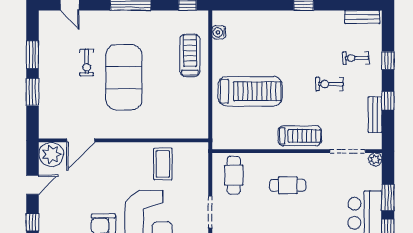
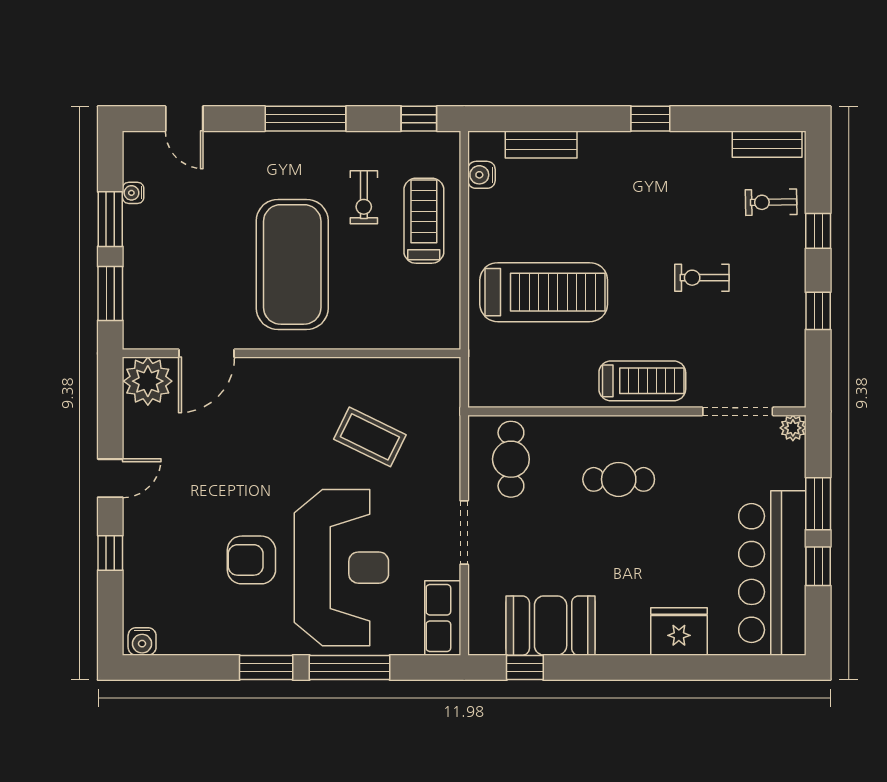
water cooler: (44, 41) -> (133, 193), added
exercise bike: (356, 58) -> (771, 202), moved
exercise bike: (87, 62) -> (364, 197), moved
bench: (375, 115) -> (541, 144), moved, turned 90
door: (81, 140) -> (206, 353), moved
wall: (123, 140) -> (291, 353), moved
plant: (51, 154) -> (148, 381), moved
coffee table: (163, 164) -> (370, 437), turned -64

